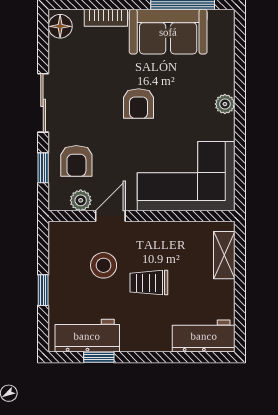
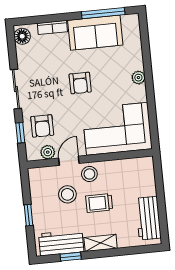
stool: (139, 239) -> (89, 174), added
shelving: (224, 255) -> (101, 243), moved, turned 90
workbench: (204, 336) -> (148, 218), moved, turned -90

